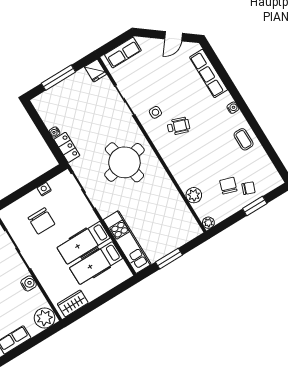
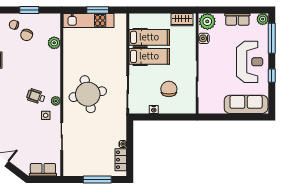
fridge: (95, 71) -> (69, 169), removed
locker: (67, 147) -> (121, 160), moved
window: (255, 206) -> (29, 10), moved
plant: (208, 223) -> (56, 101), moved
kitchen unit: (127, 242) -> (88, 20), moved, turned -90
water cooler: (29, 283) -> (204, 38), moved

